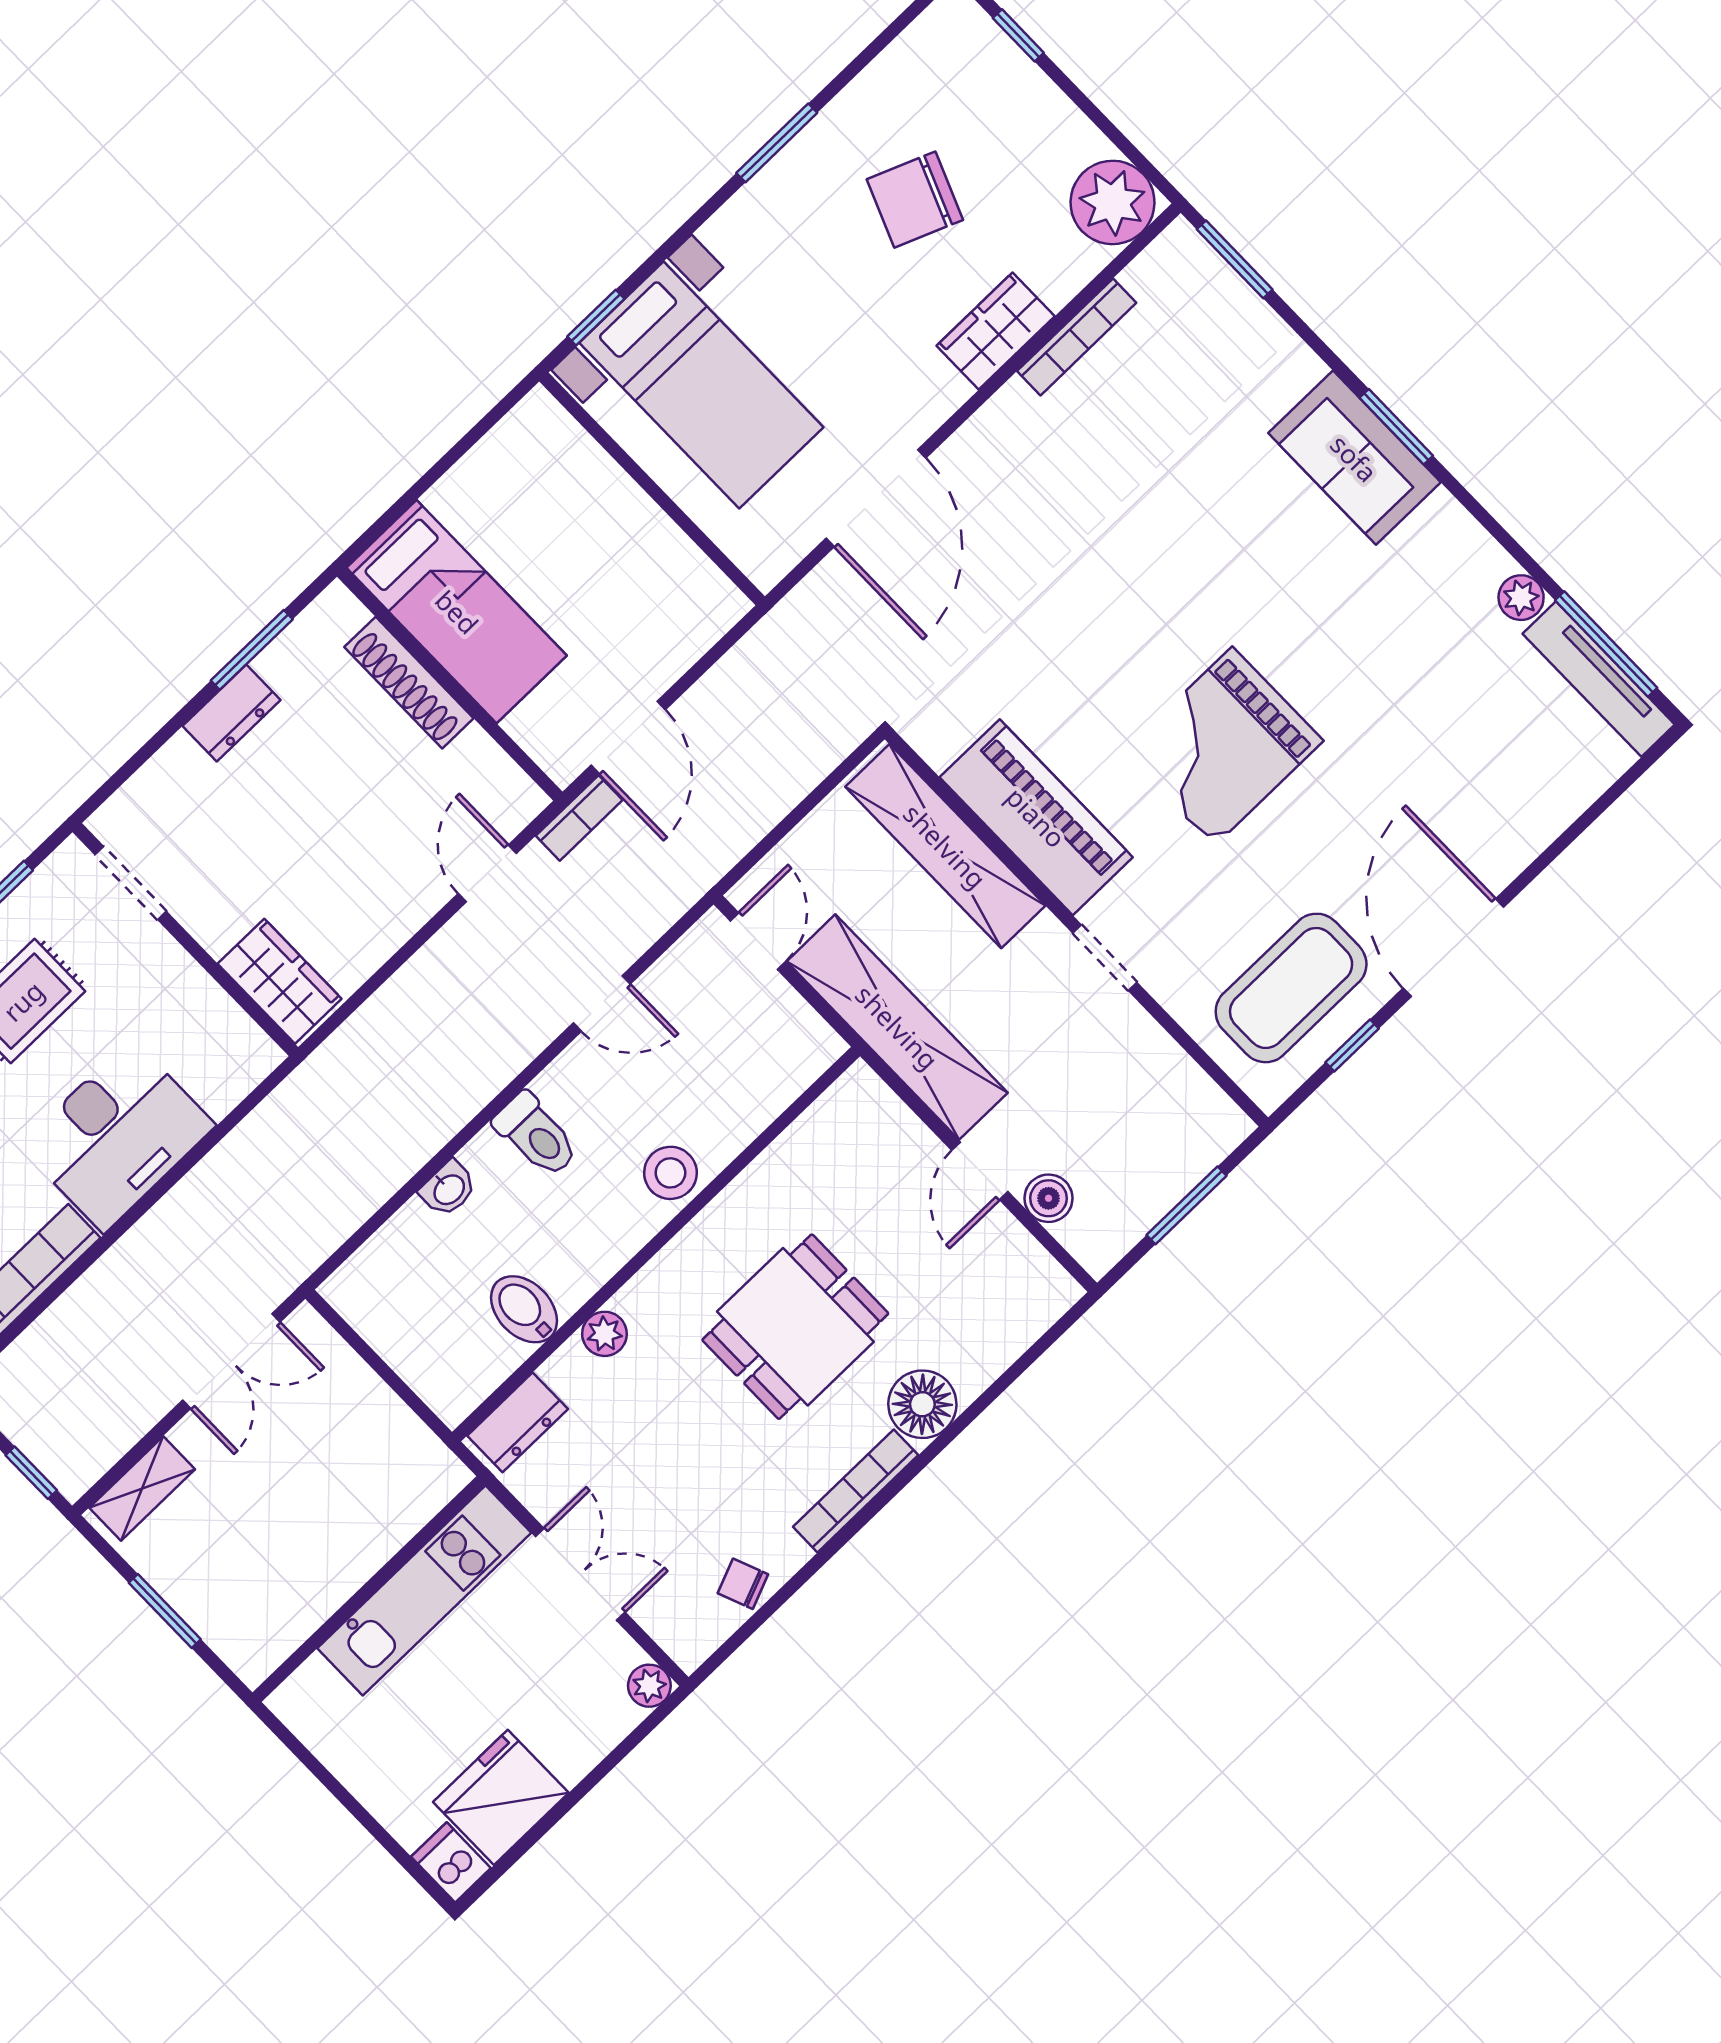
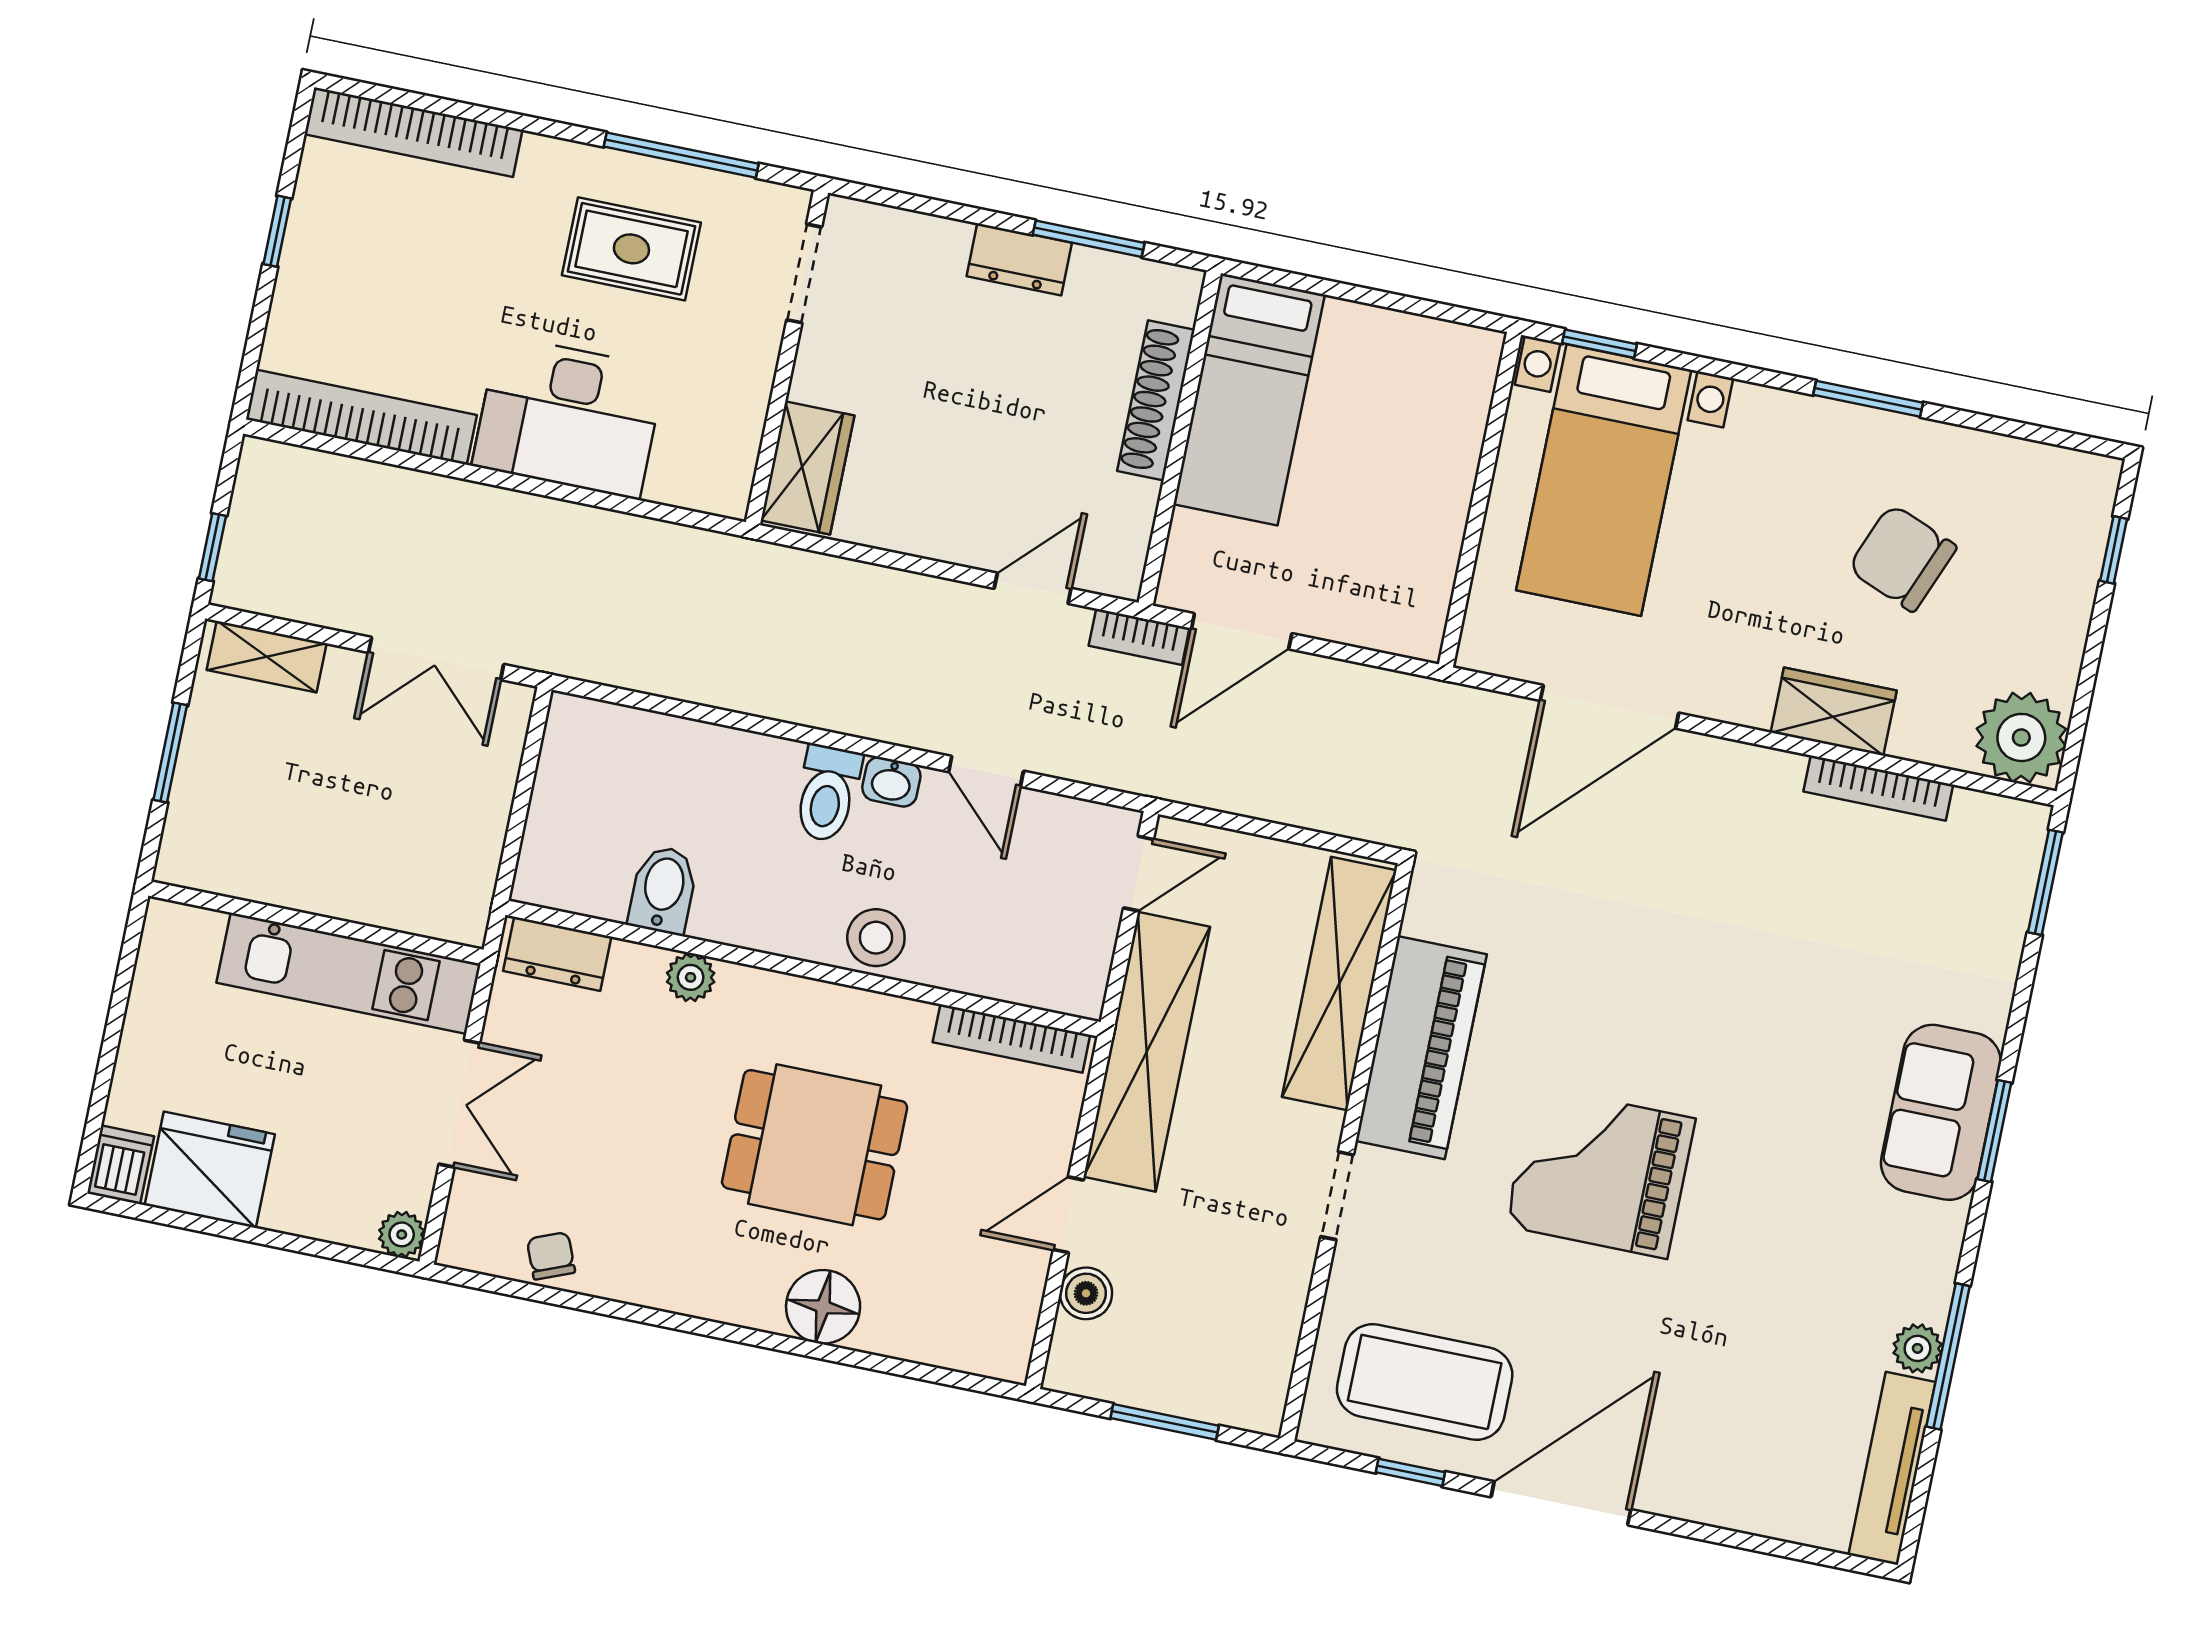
window: (1606, 644) -> (1948, 1356), moved
washbasin: (448, 1189) -> (891, 782), moved
bookcase: (856, 1491) -> (1011, 1038), moved, turned 180

